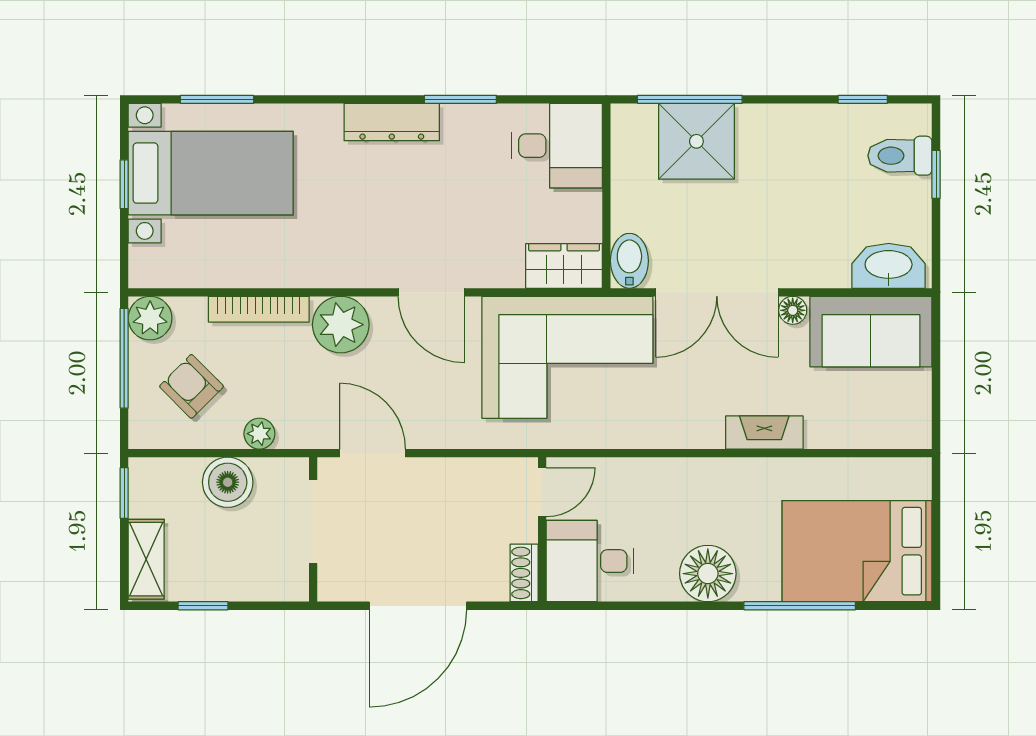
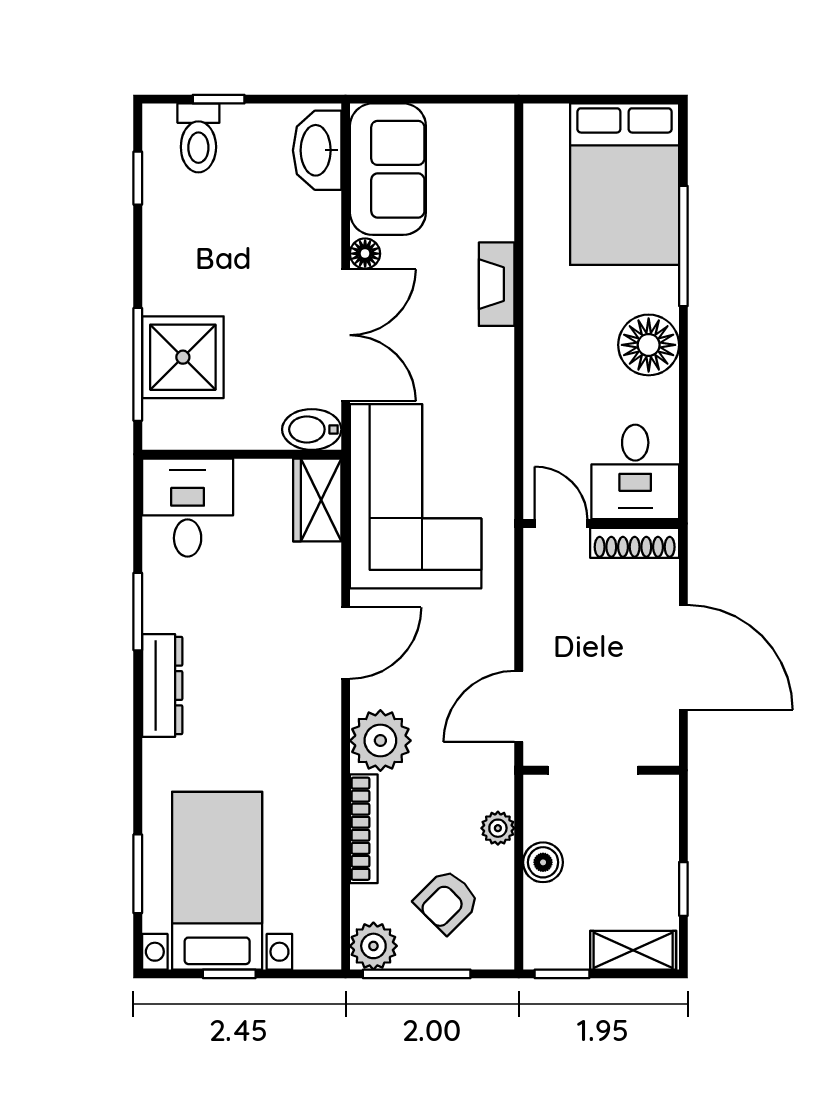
boiler: (228, 482) -> (543, 862), width x0.73, depth x0.73
shoe rack: (524, 573) -> (635, 543), width x1.43

